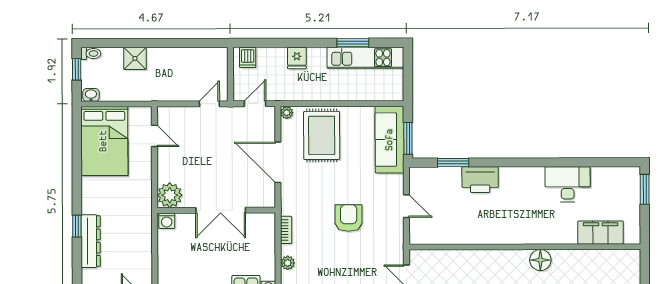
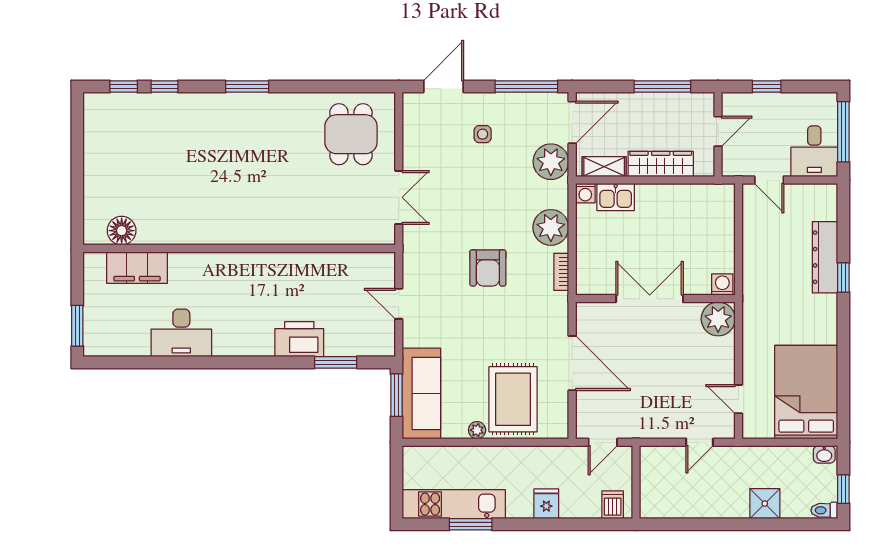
door: (209, 104) -> (700, 442), moved
plant: (287, 113) -> (477, 430), moved
armchair: (349, 218) -> (488, 268), moved
floor lamp: (540, 260) -> (122, 231), moved
plant: (288, 263) -> (551, 227), width x1.87, depth x1.87

